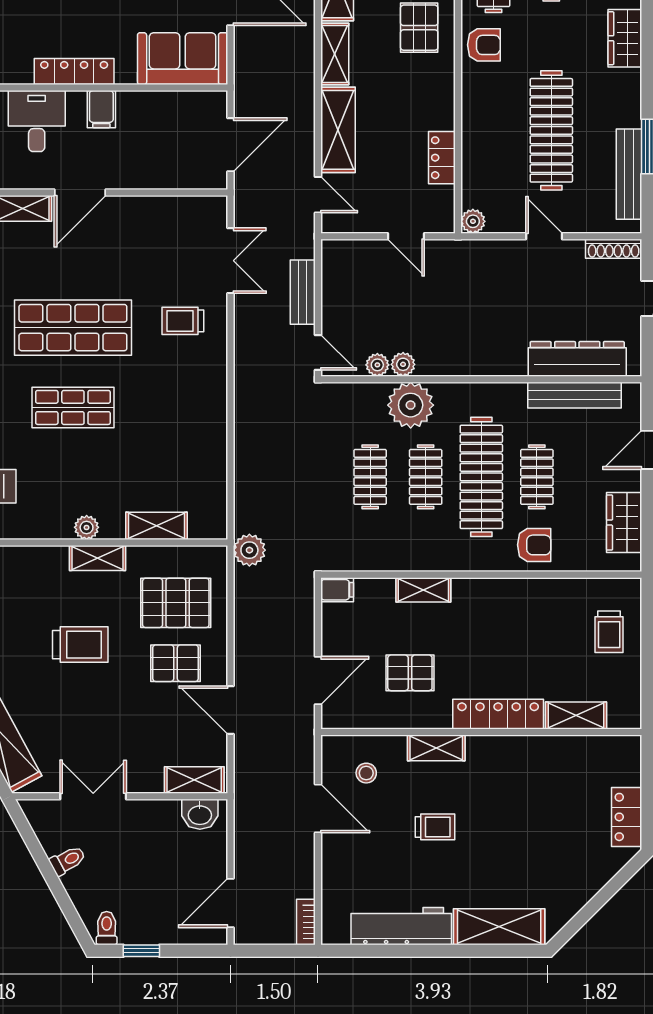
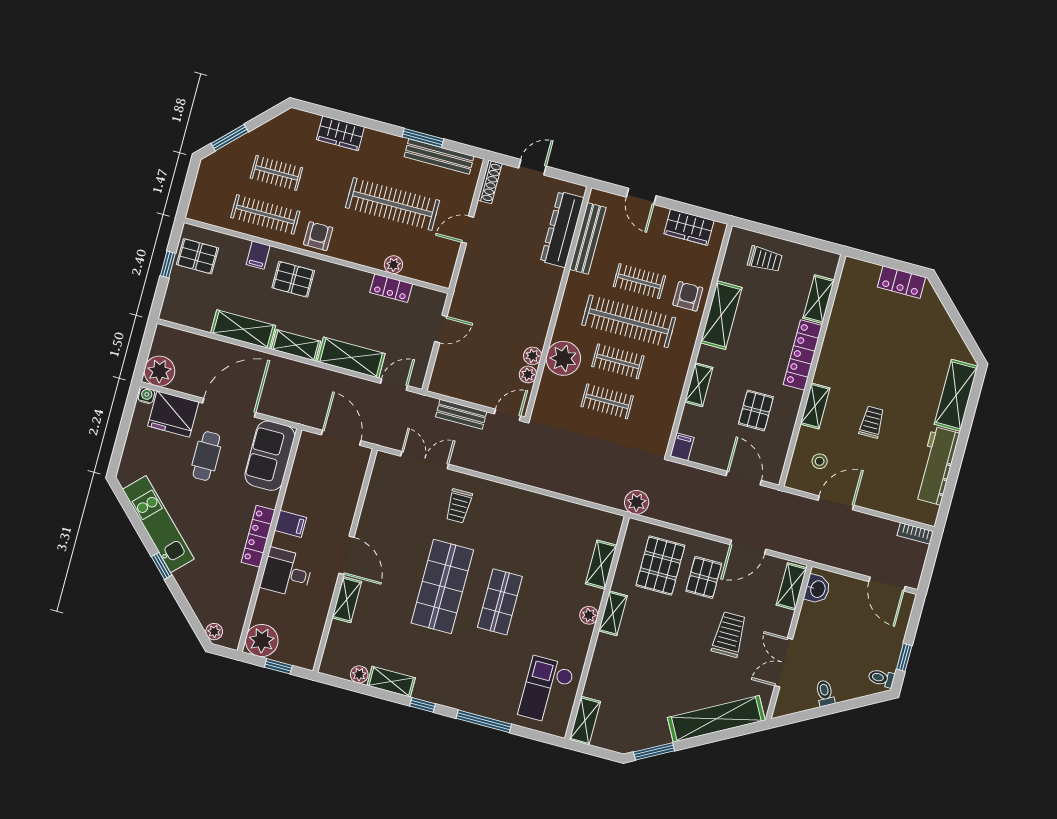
plant: (473, 221) -> (393, 265), moved
shelving: (521, 595) -> (721, 315), added
trolley: (80, 645) -> (729, 634), moved

